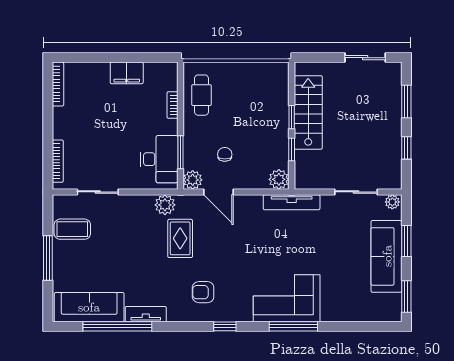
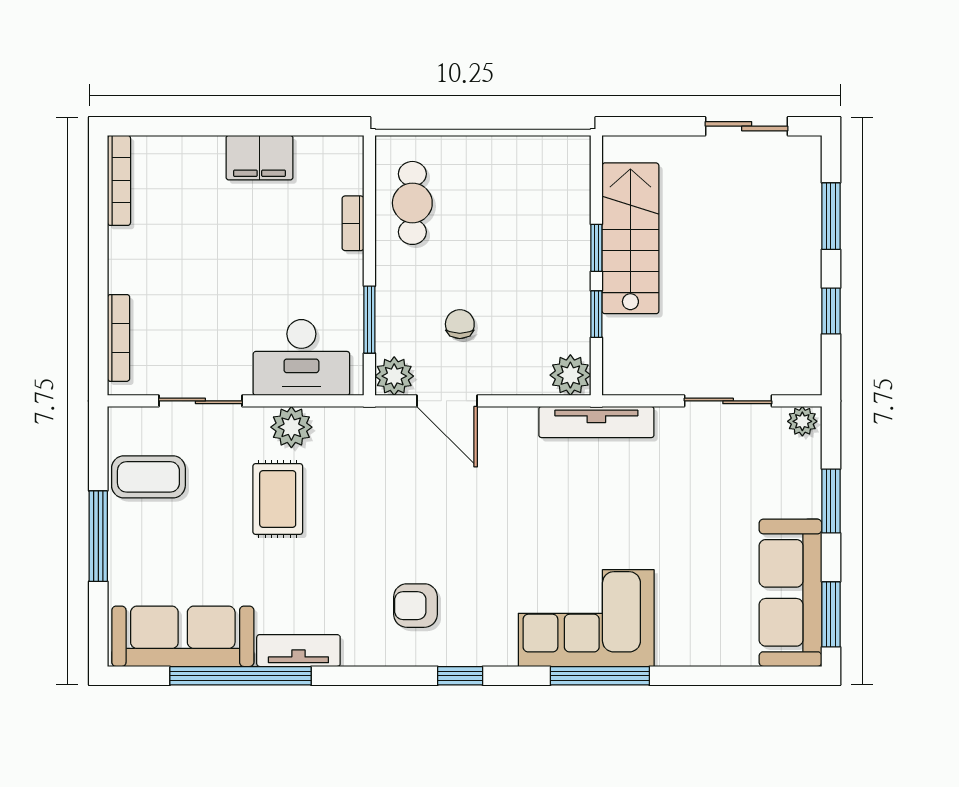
desk: (159, 159) -> (301, 357), moved, turned 90
plant: (165, 205) -> (291, 427), moved
rug: (180, 238) -> (278, 499), moved
sofa: (387, 256) -> (790, 593), moved

